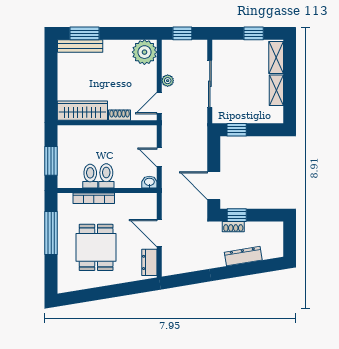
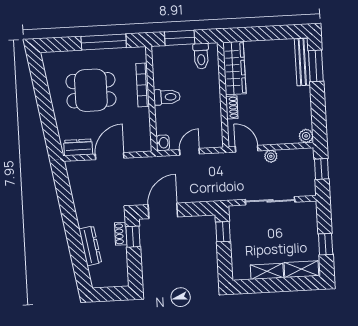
plant: (144, 52) -> (306, 136), width x0.53, depth x0.53
toilet: (90, 176) -> (201, 56), moved, turned 90

